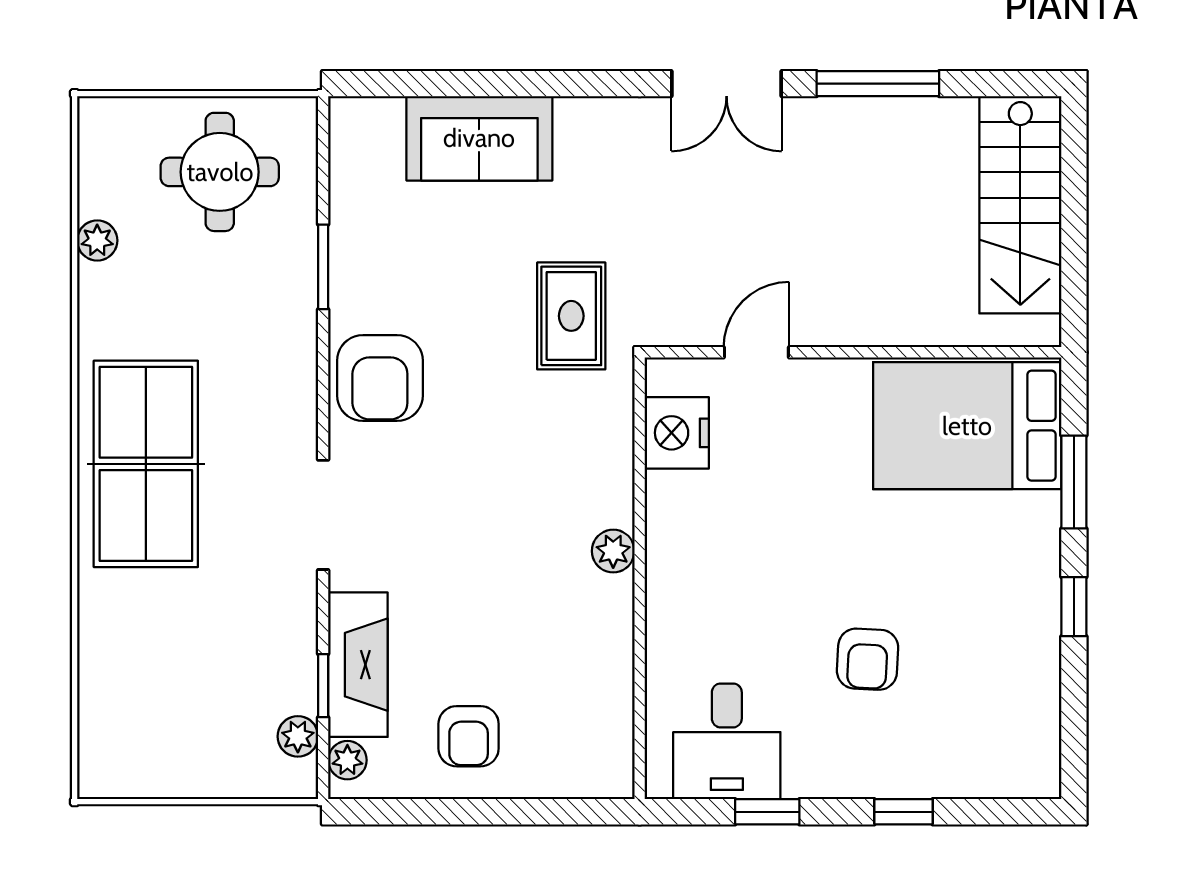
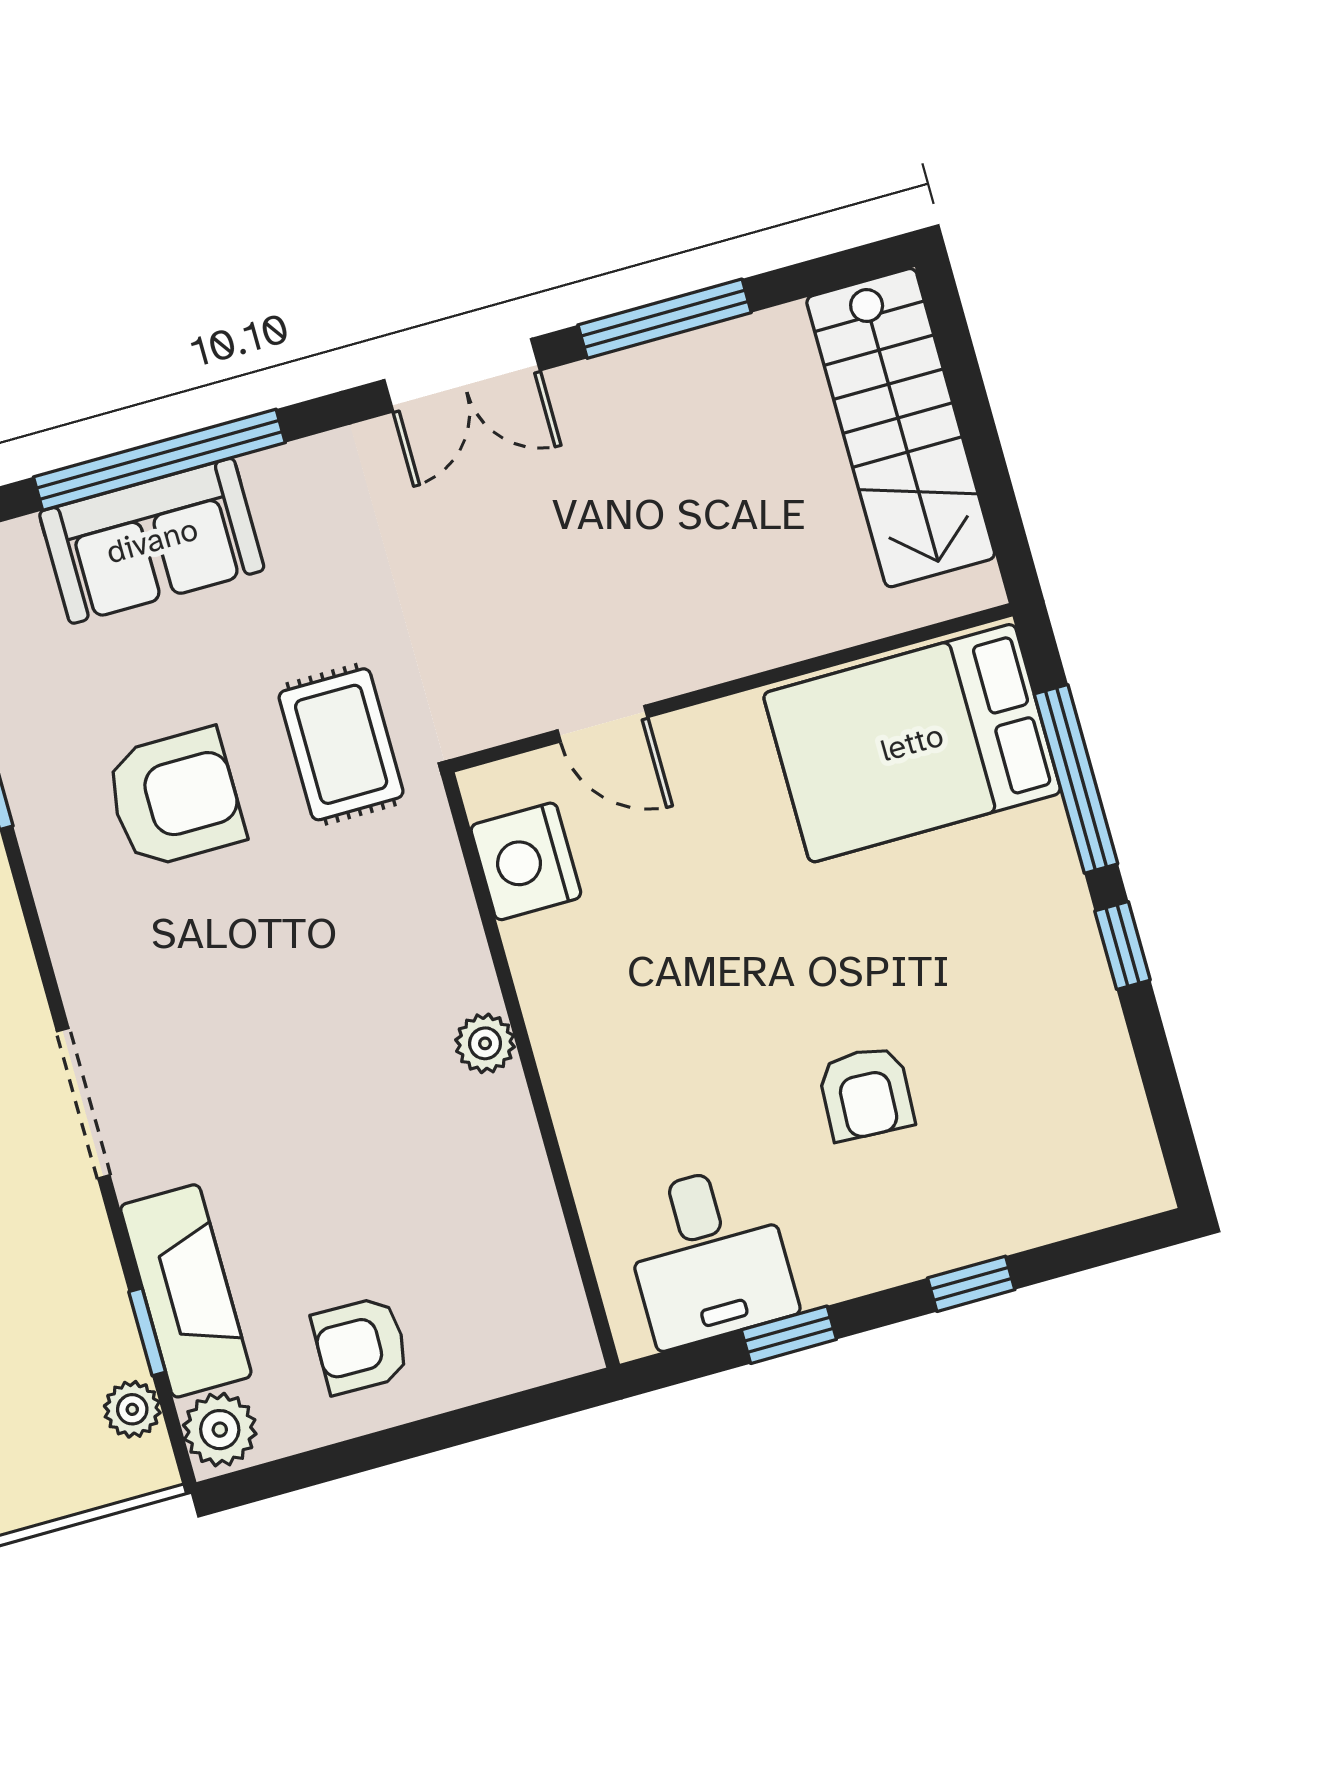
window: (500, 84) -> (159, 460), added
door: (756, 352) -> (602, 724), swing flipped
armchair: (380, 378) -> (175, 798), moved, turned -90
window: (1074, 482) -> (1076, 779), width x1.44
armchair: (469, 736) -> (361, 1345), turned 91
plant: (347, 760) -> (220, 1430), width x1.38, depth x1.38

